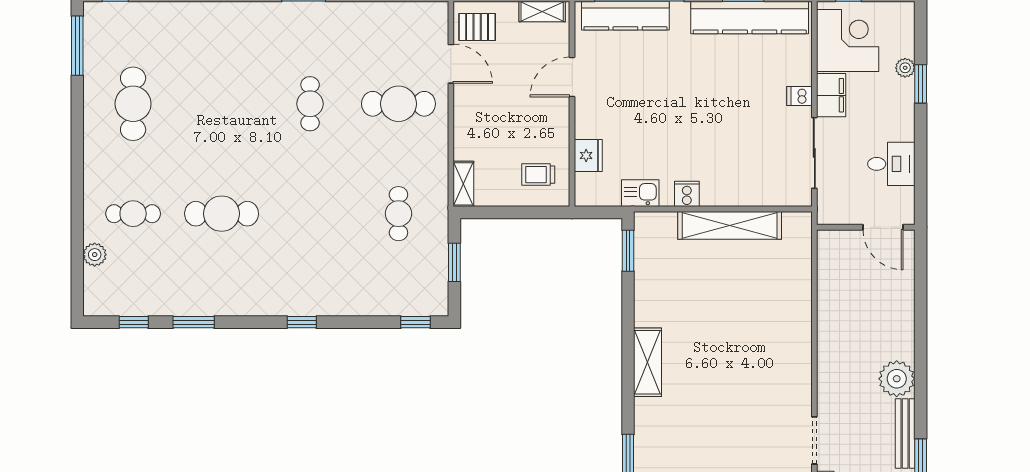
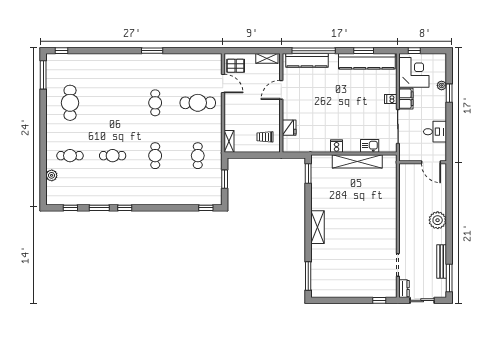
kitchen sink: (640, 193) -> (370, 146), moved
cafe table: (222, 214) -> (113, 156), width x0.73, depth x0.74
cafe table: (310, 214) -> (155, 156), added
window: (302, 322) -> (125, 208), moved
plant: (897, 379) -> (438, 220), moved

